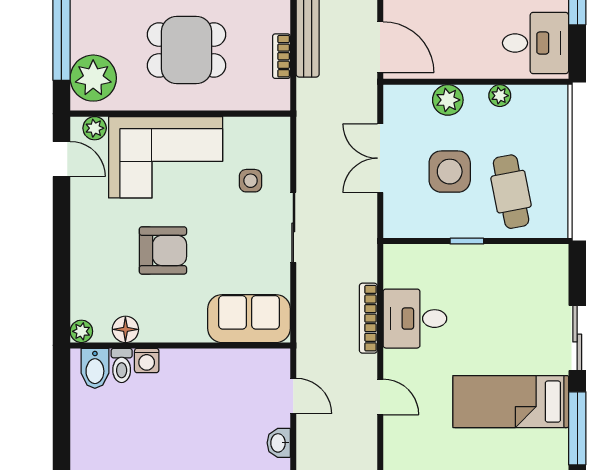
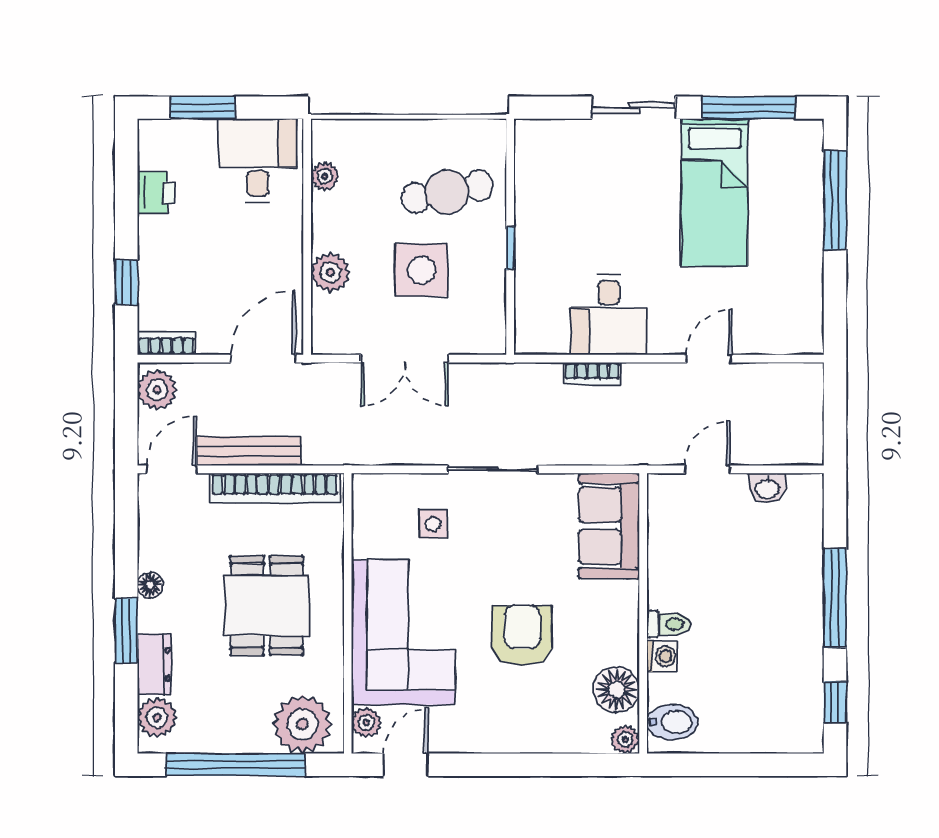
bookcase: (281, 56) -> (275, 488), width x2.31, depth x1.31
plant: (500, 96) -> (325, 176), moved
bookcase: (368, 318) -> (592, 374), width x0.64
floor lamp: (125, 329) -> (616, 689), width x1.38, depth x1.38
toilet: (122, 365) -> (669, 624), moved

